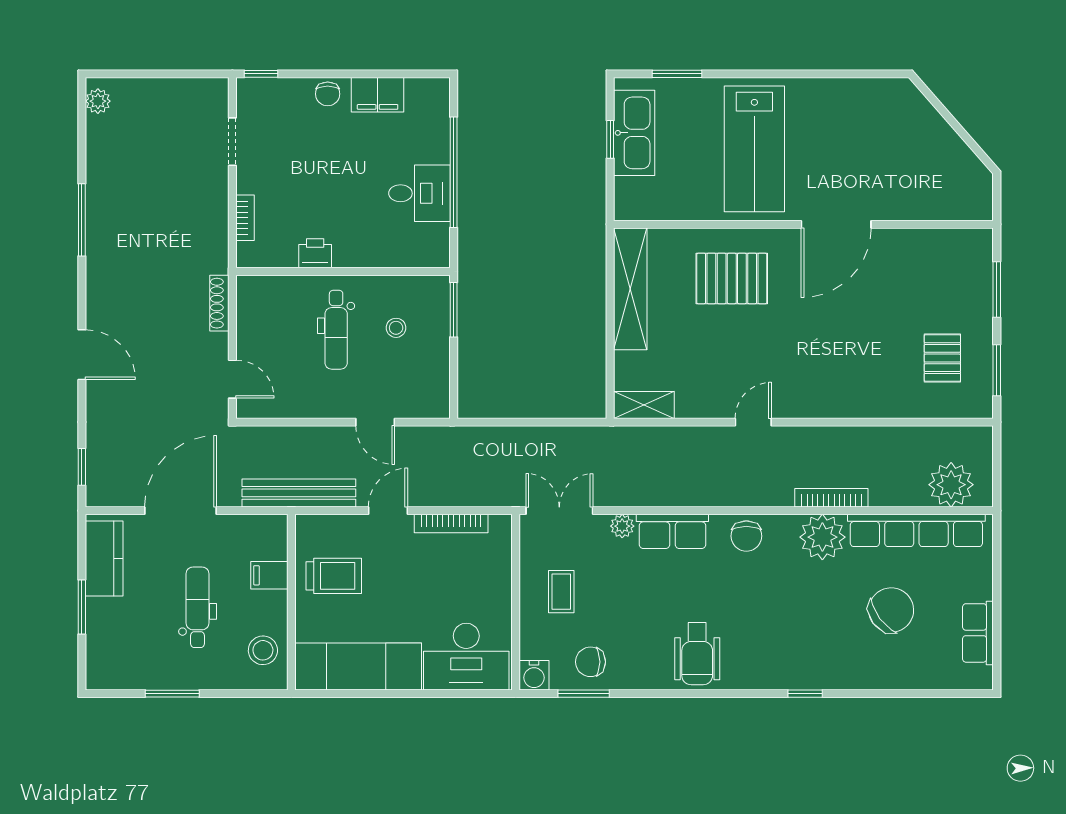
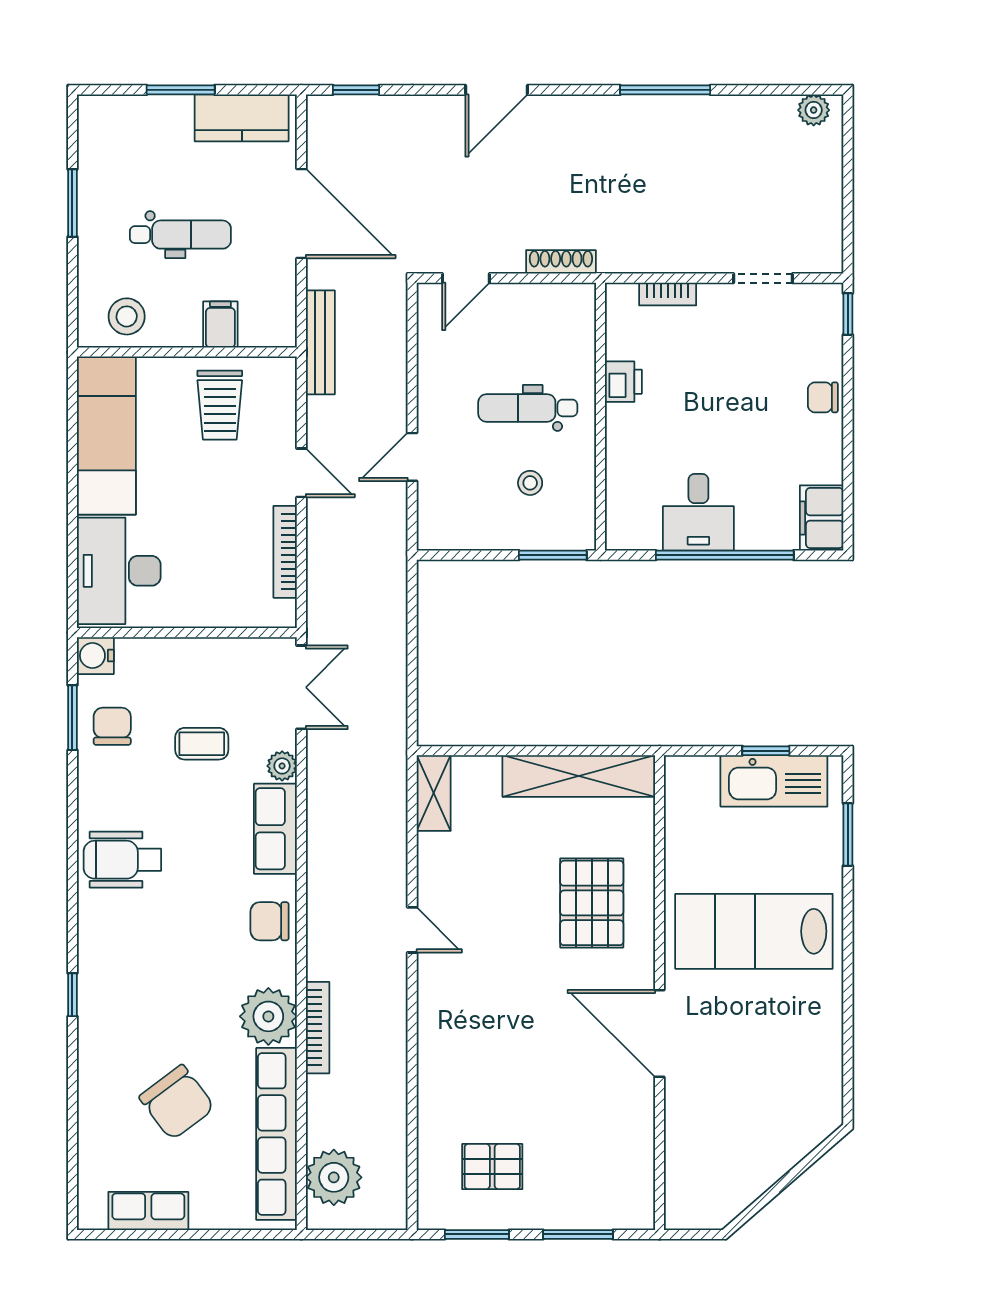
filing cabinet: (378, 95) -> (822, 518), moved
bench: (299, 493) -> (320, 342), width x0.73, depth x0.82
coffee table: (561, 592) -> (202, 744), moved

